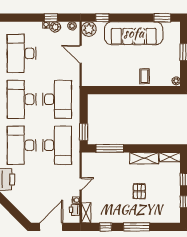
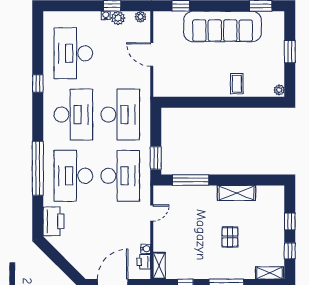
plant: (89, 29) -> (163, 21), removed
desk: (22, 99) -> (73, 115), turned 180
shelving: (170, 157) -> (269, 273), moved
door: (81, 184) -> (152, 213), moved

